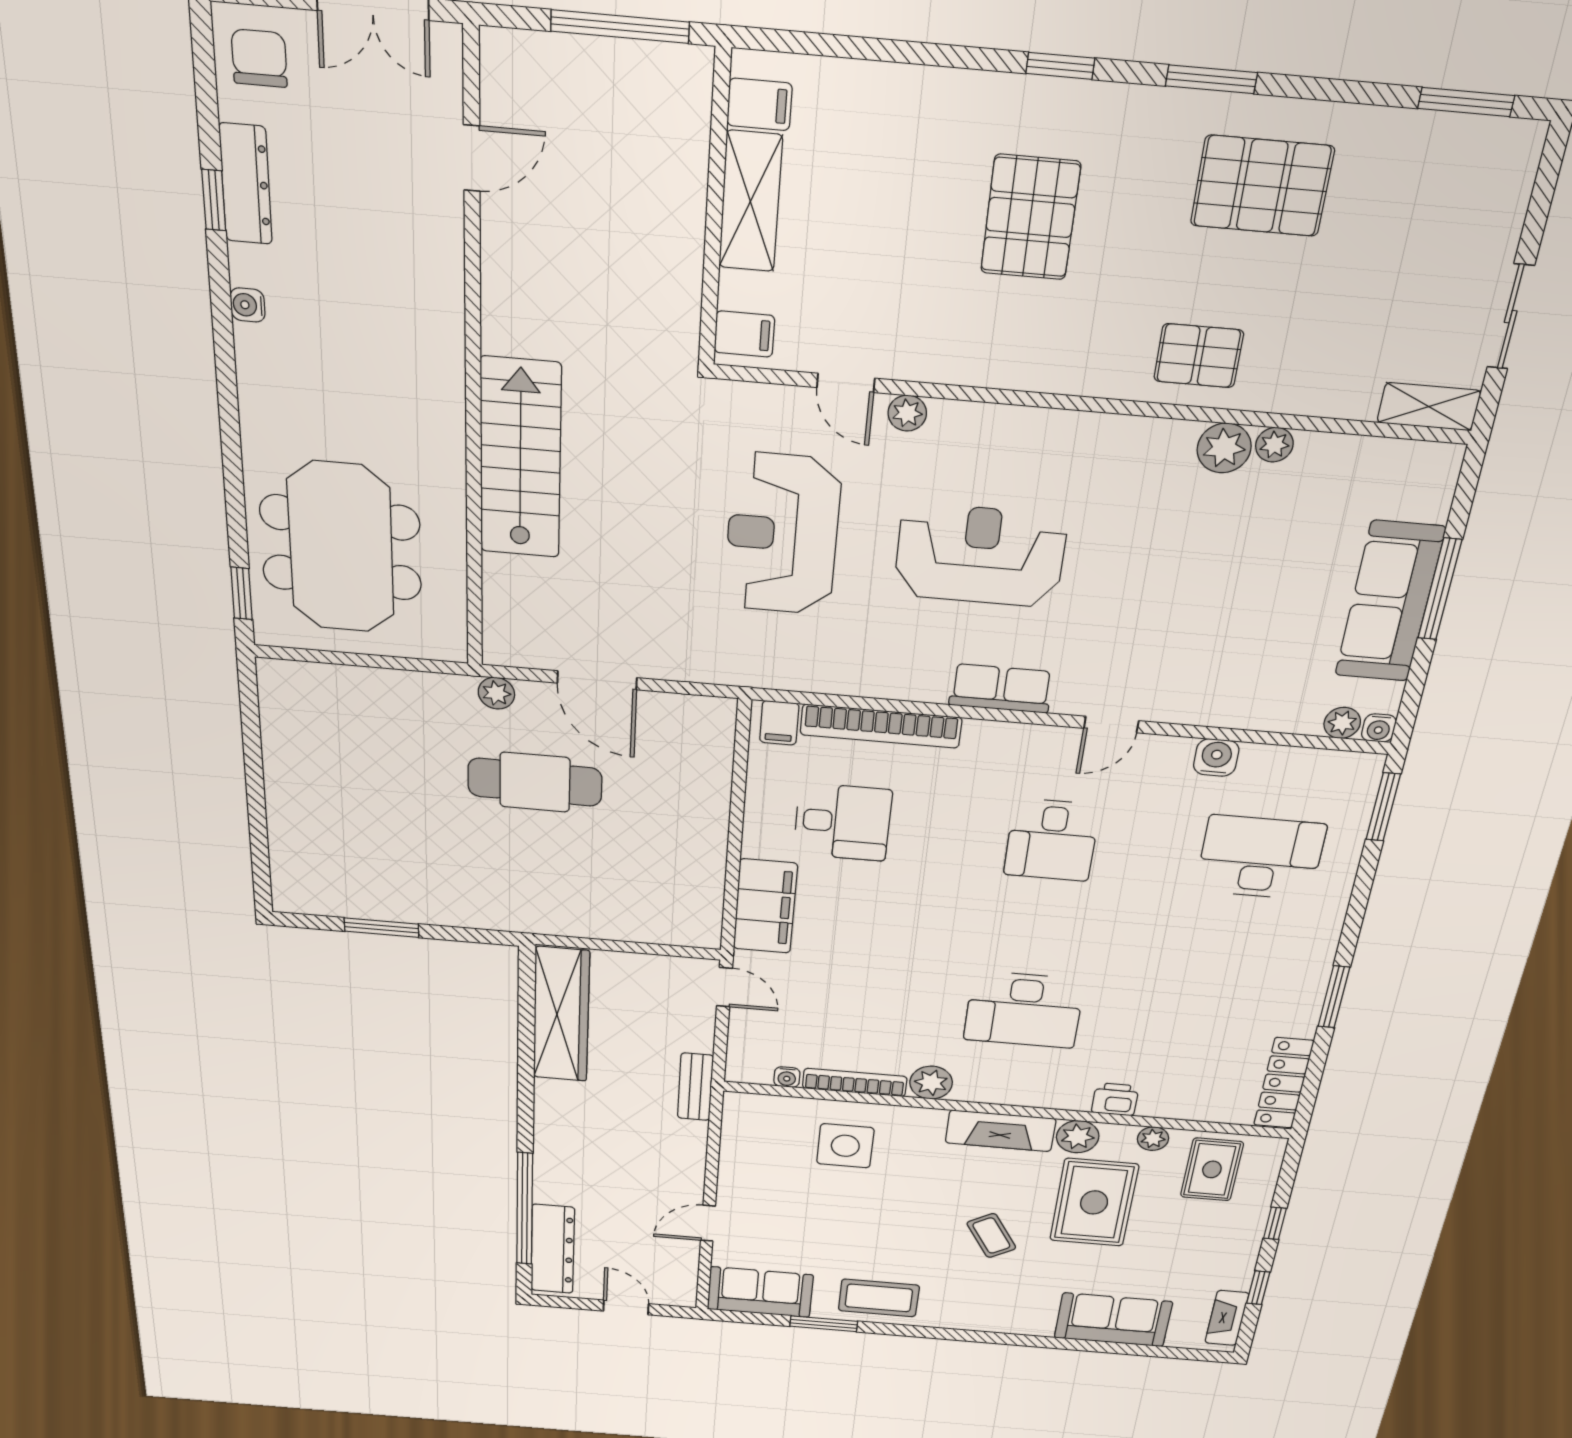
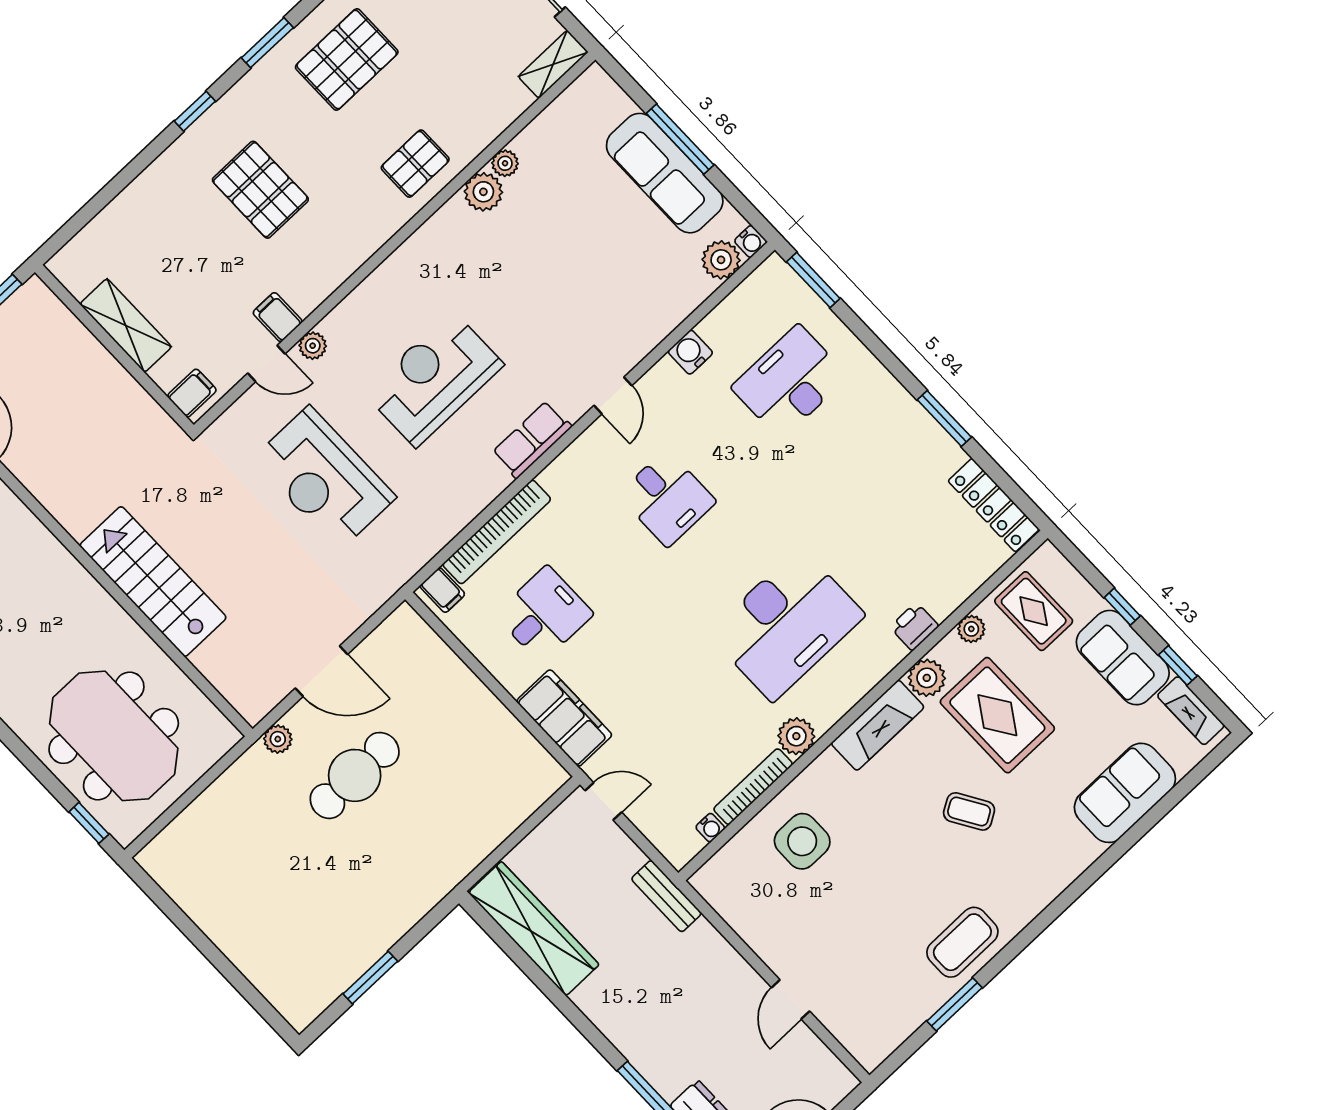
filing cabinet: (759, 104) -> (278, 317), moved, turned -90
plant: (1342, 723) -> (721, 260), width x1.38, depth x1.38
desk: (1024, 1010) -> (786, 624), width x1.36, depth x1.30
sofa: (760, 1292) -> (1123, 658), moved, turned -90

